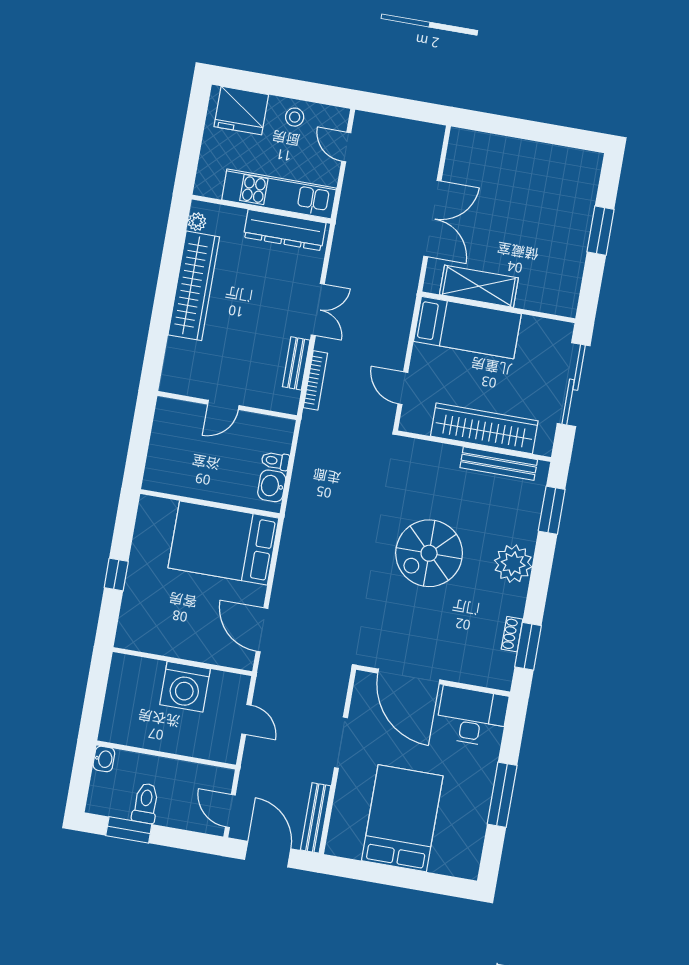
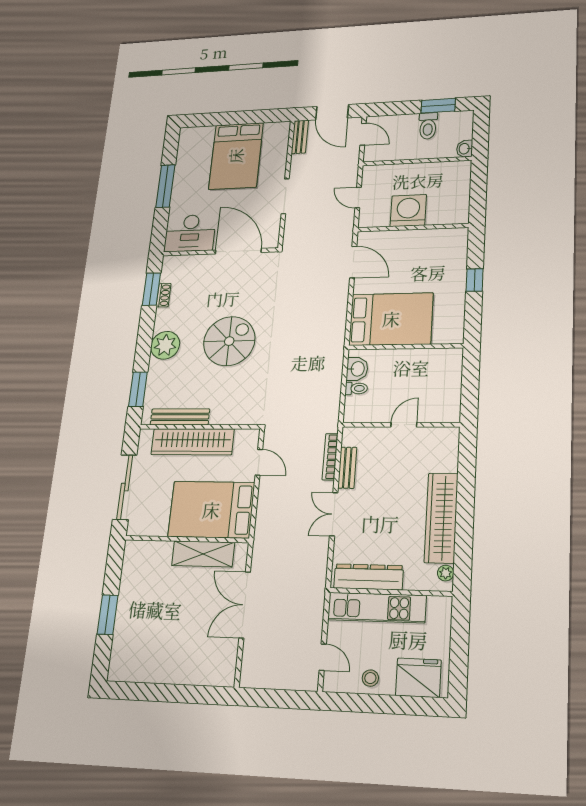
bed: (467, 328) -> (211, 510), width x1.50
bench: (316, 818) -> (300, 137), width x0.73

